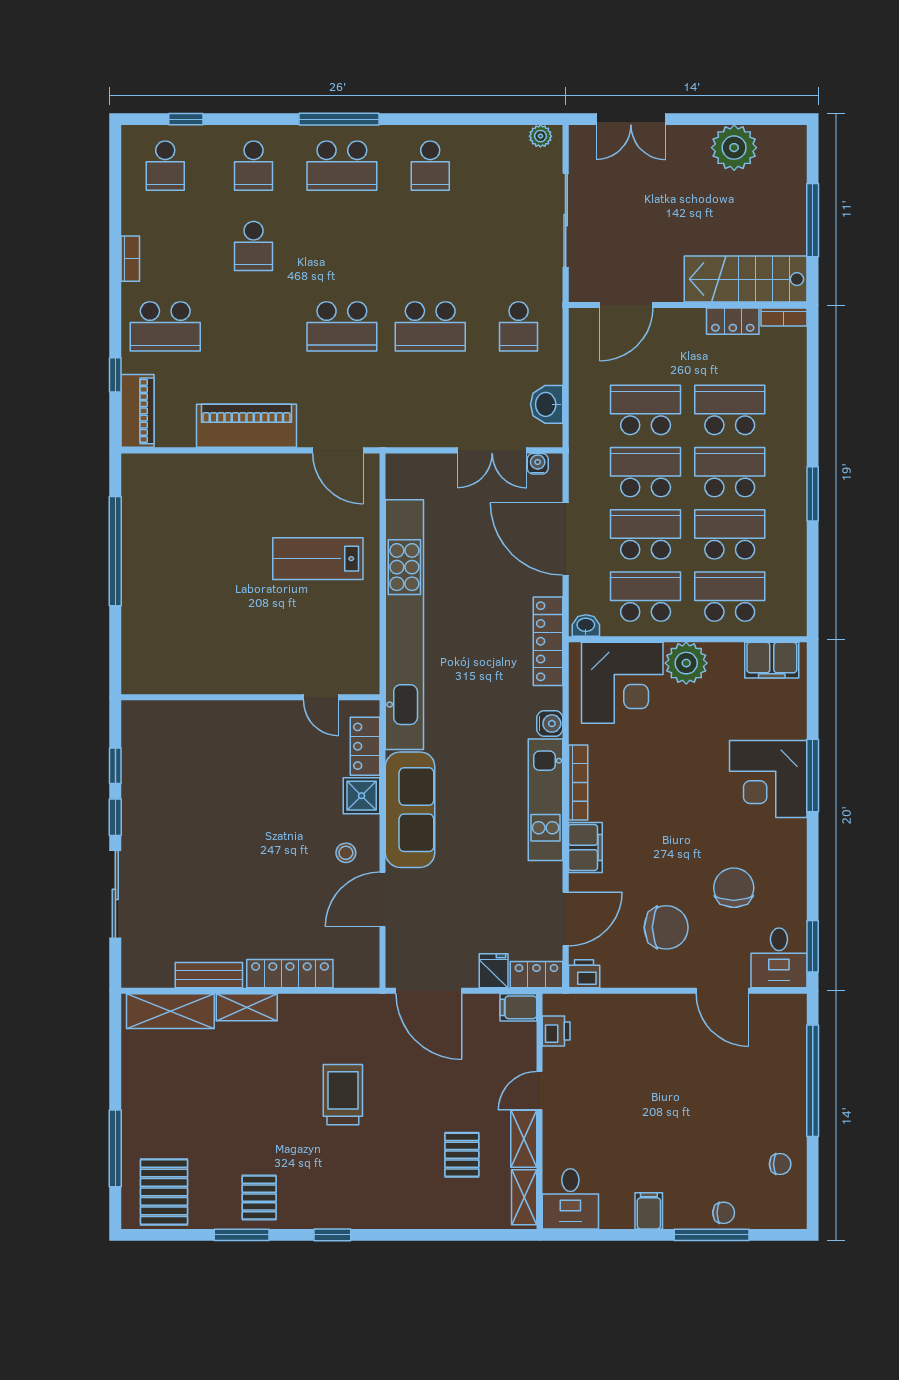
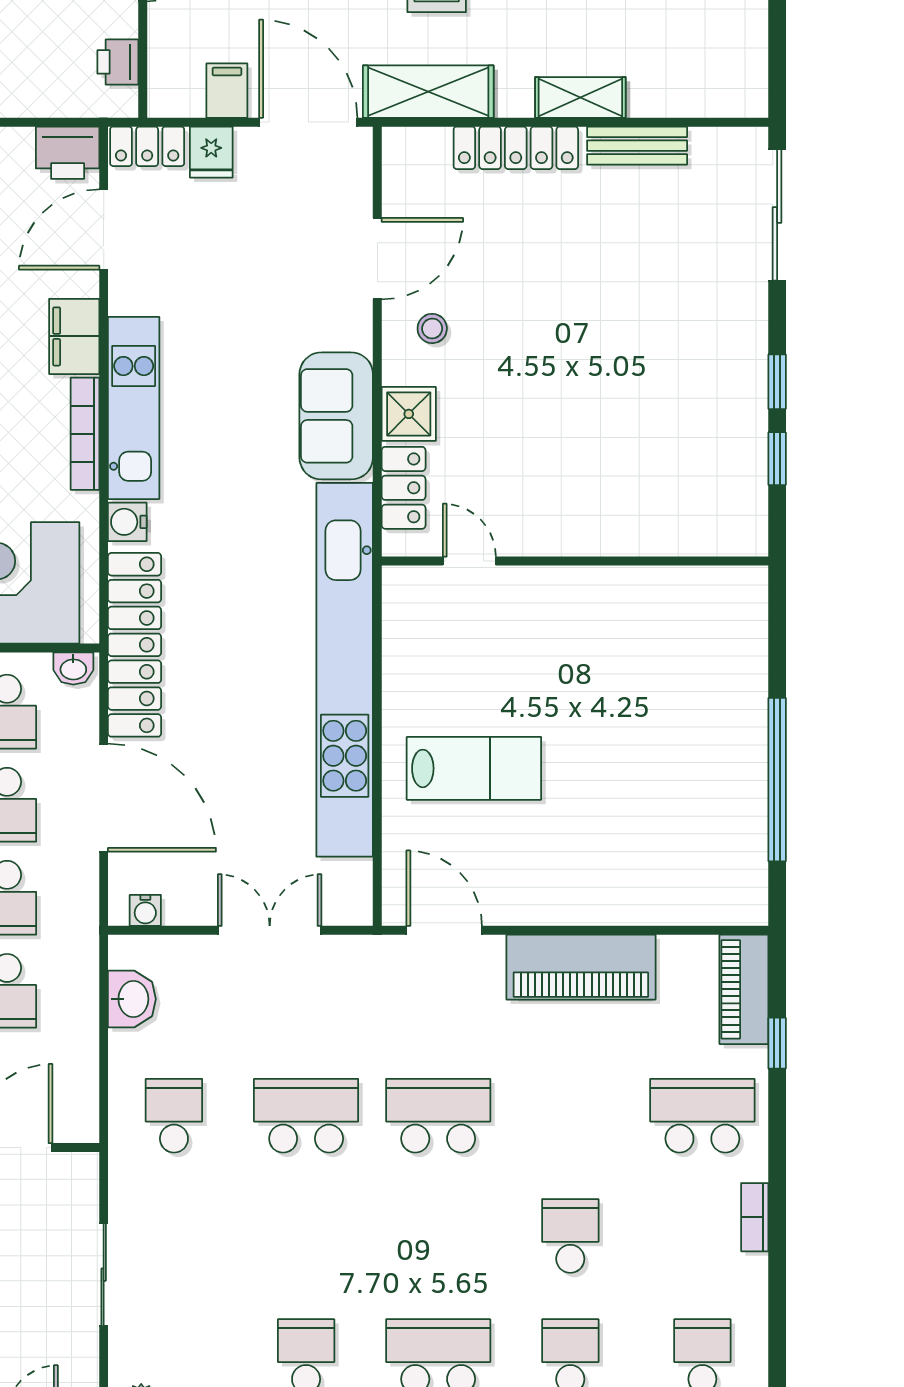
sliding door: (566, 220) -> (104, 1275), width x0.73
double door: (492, 450) -> (270, 930), moved
locker: (548, 641) -> (135, 645), width x1.41, depth x1.21
sofa: (410, 810) -> (336, 416), width x0.73
sliding door: (115, 894) -> (777, 215), moved
printer: (584, 974) -> (68, 153), width x1.36, depth x1.24
filing cabinet: (518, 1007) -> (227, 91), moved, turned -90
shelving: (170, 1011) -> (428, 92), moved

